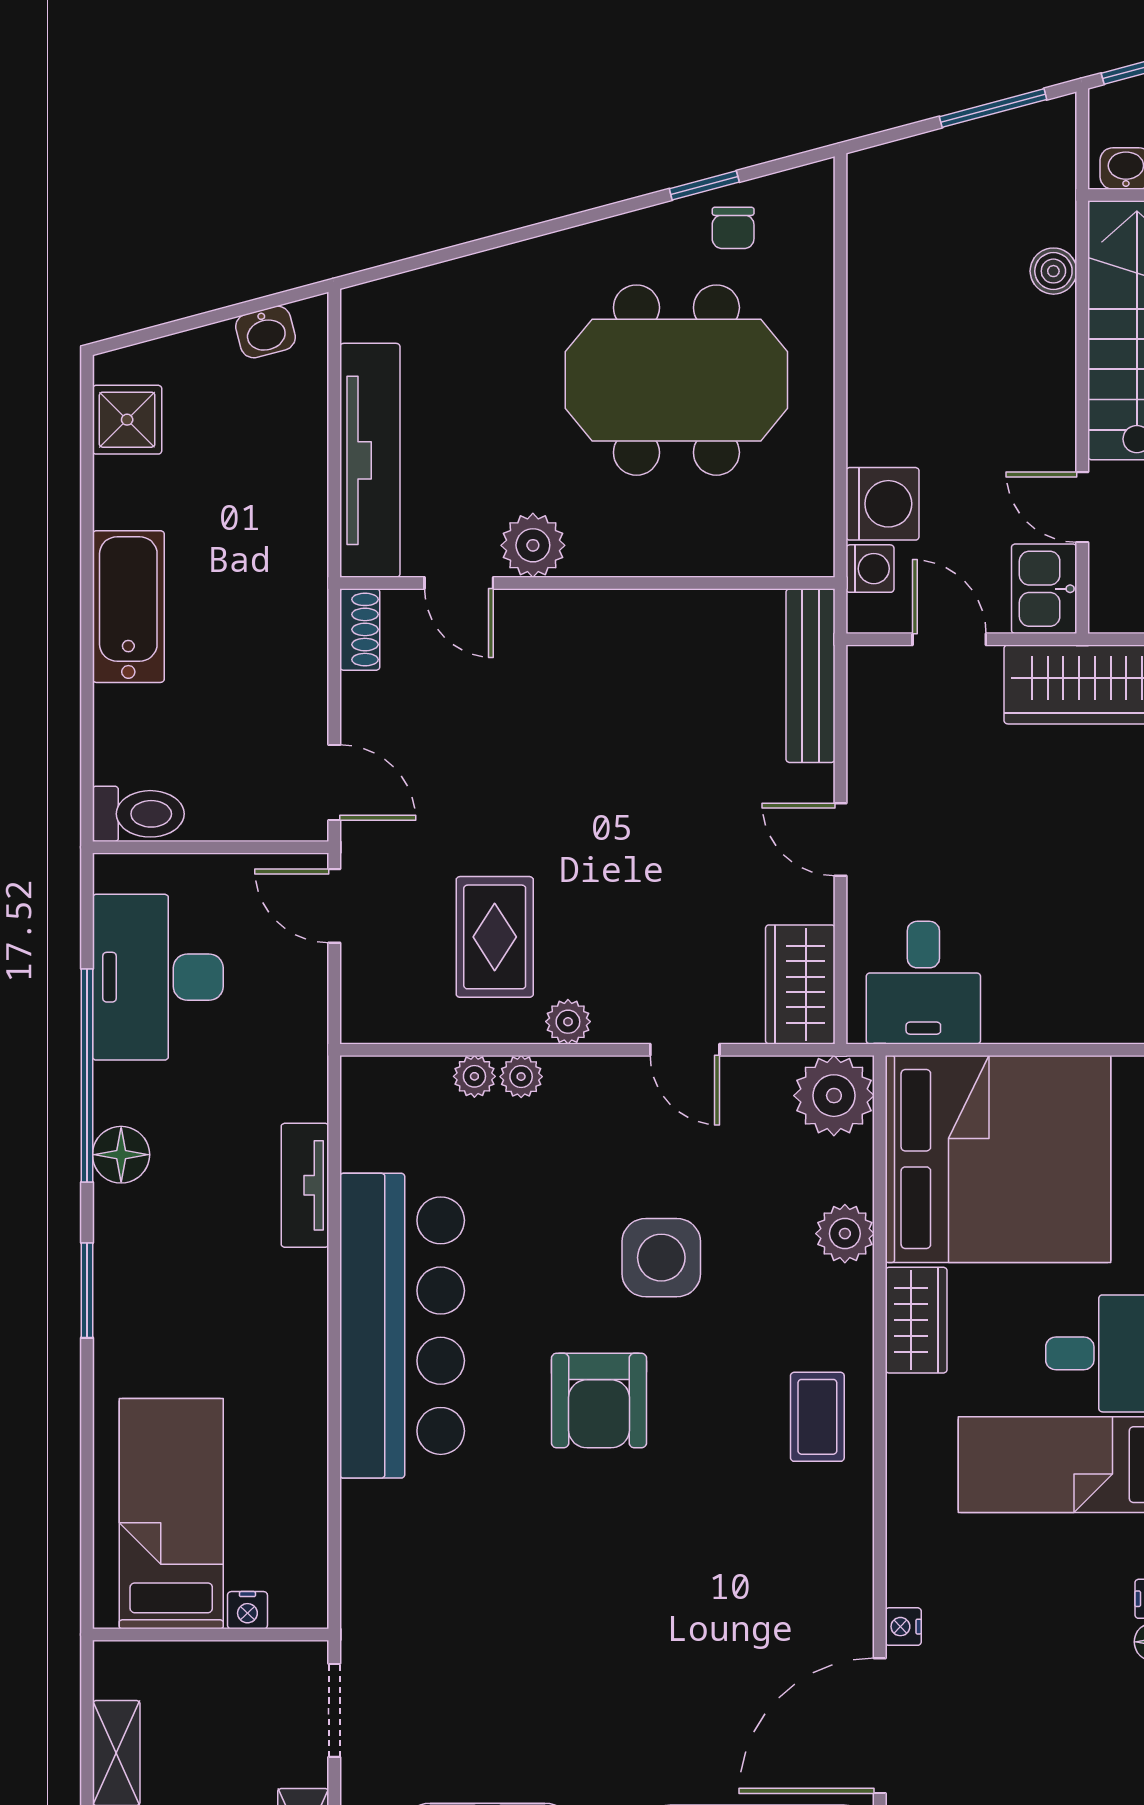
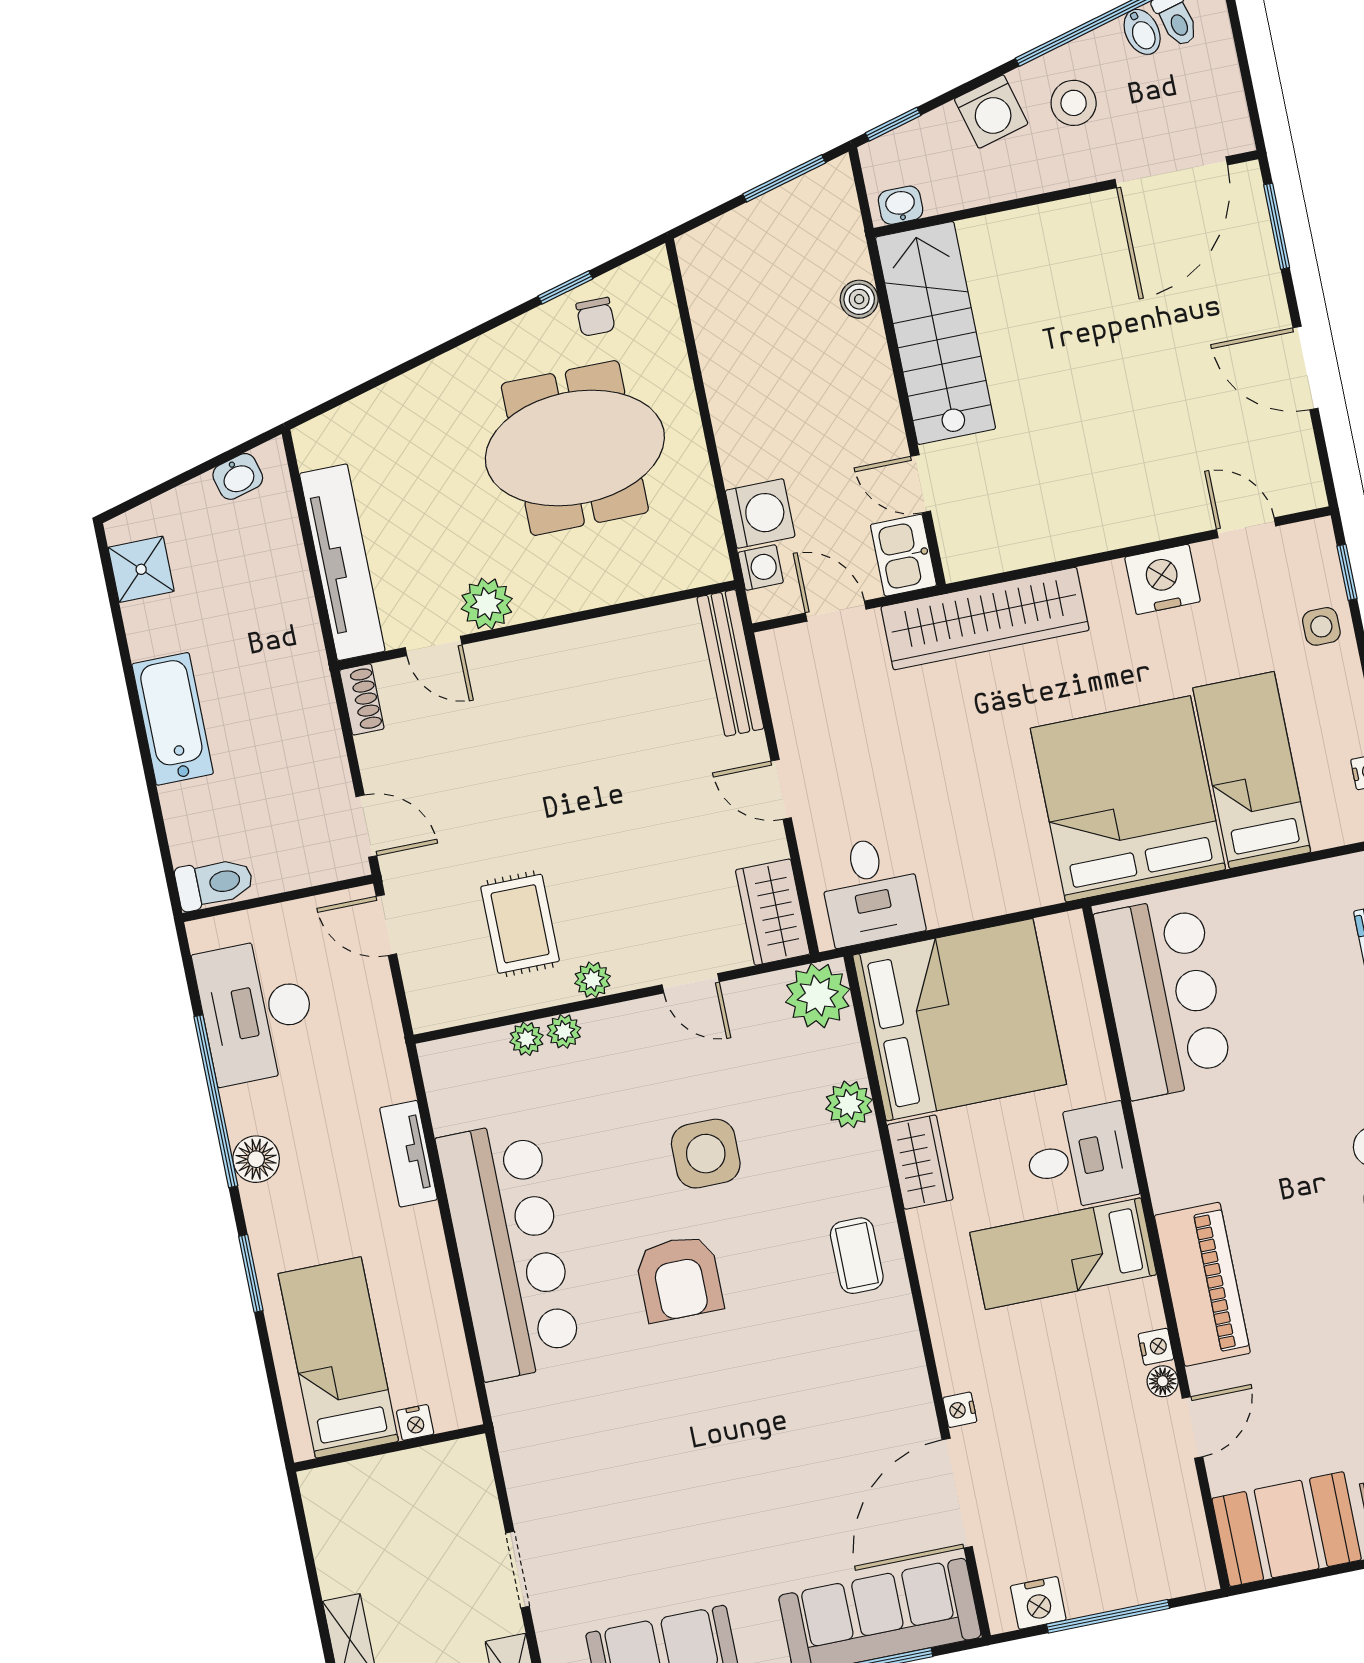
bed: (171, 1514) -> (338, 1358), moved
nightstand: (247, 1610) -> (415, 1422), moved
wall: (211, 1635) -> (390, 1448), moved

